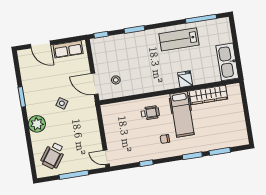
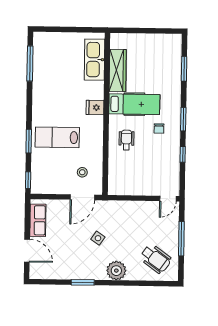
lab bench: (179, 39) -> (57, 137), moved, turned 90
door: (40, 44) -> (27, 251), hinge flipped
kitchen sink: (227, 62) -> (95, 60), moved, turned 90
fridge: (185, 79) -> (95, 107), moved
window: (192, 156) -> (183, 119), moved

